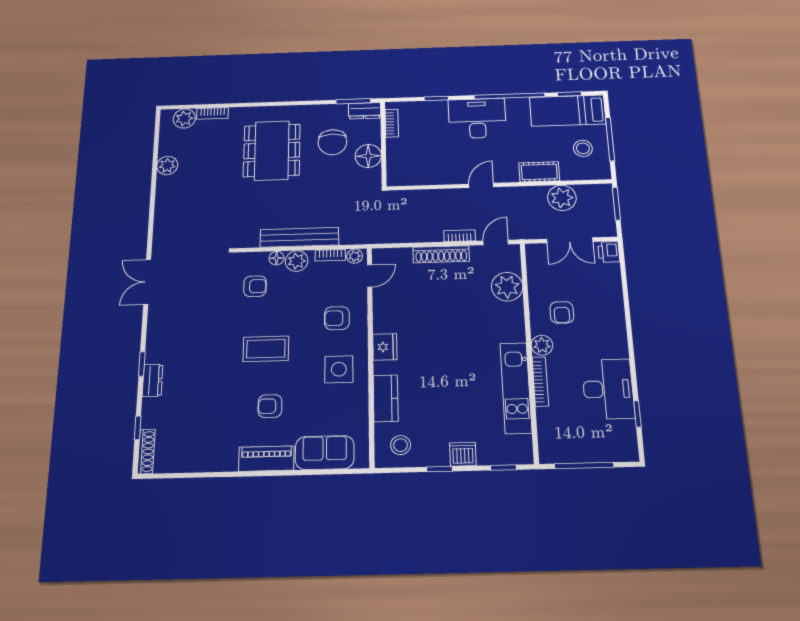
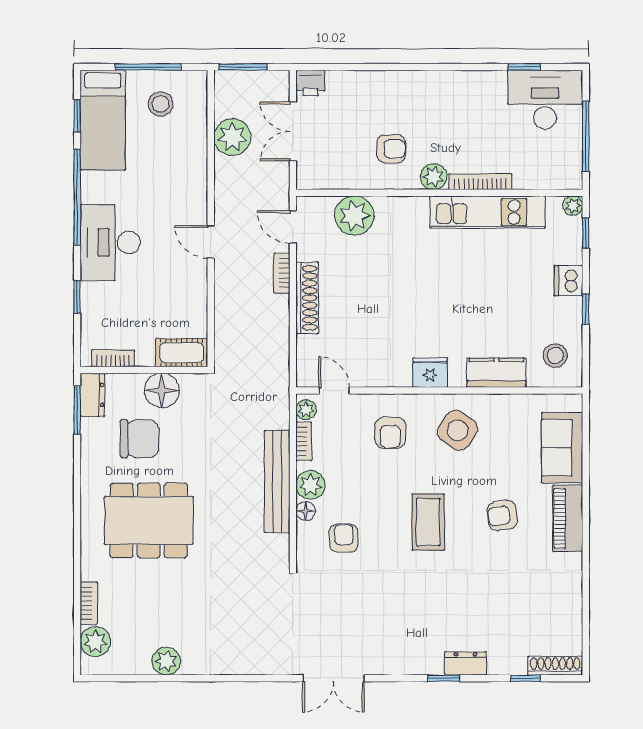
cot: (539, 172) -> (182, 353), moved, turned 90
double door: (570, 240) -> (293, 131), swing flipped
side table: (339, 369) -> (458, 430), turned 34
desk: (608, 389) -> (545, 100), moved
armchair: (270, 406) -> (502, 515), turned 81
plant: (525, 456) -> (573, 206), added

